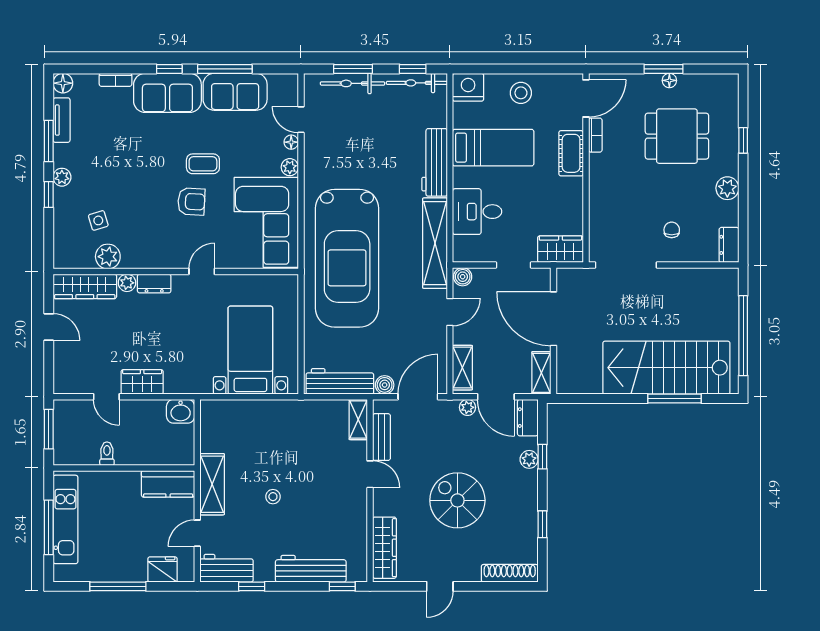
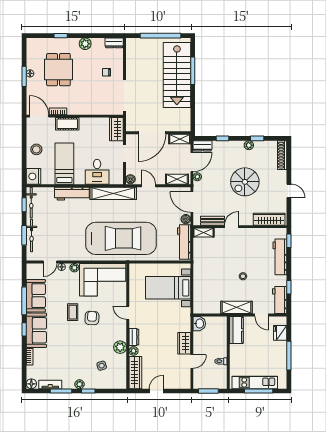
plant: (108, 257) -> (120, 347), moved
plant: (529, 459) -> (249, 145), moved

